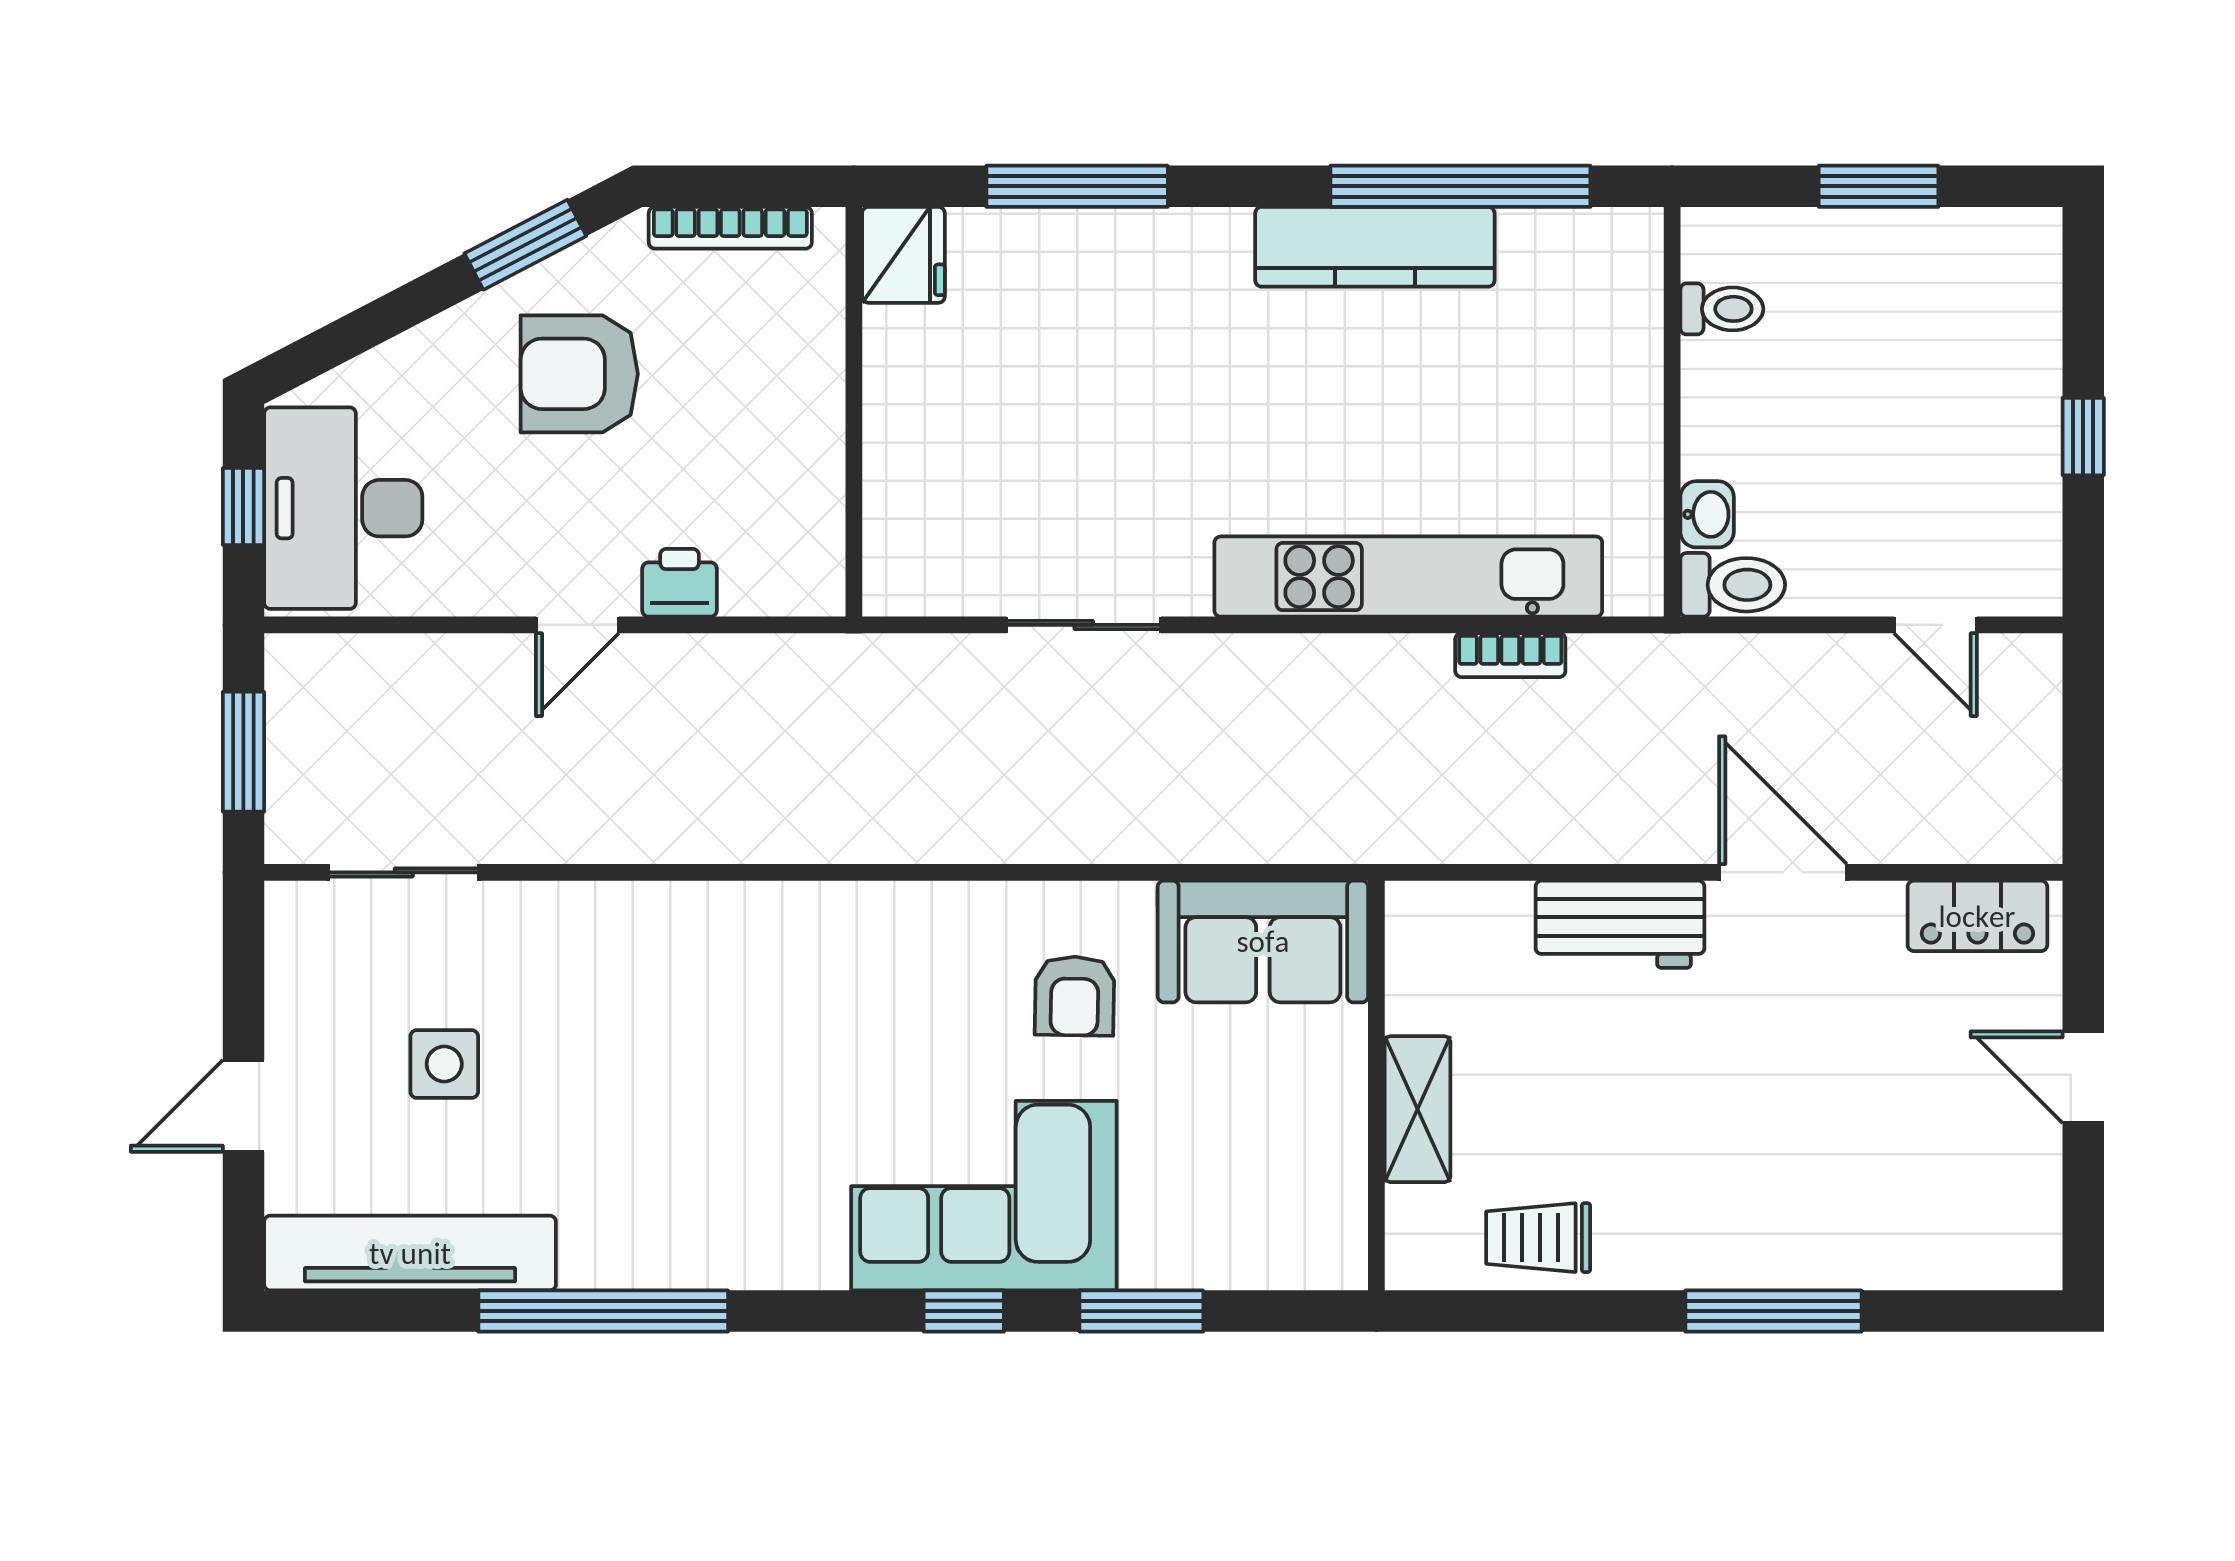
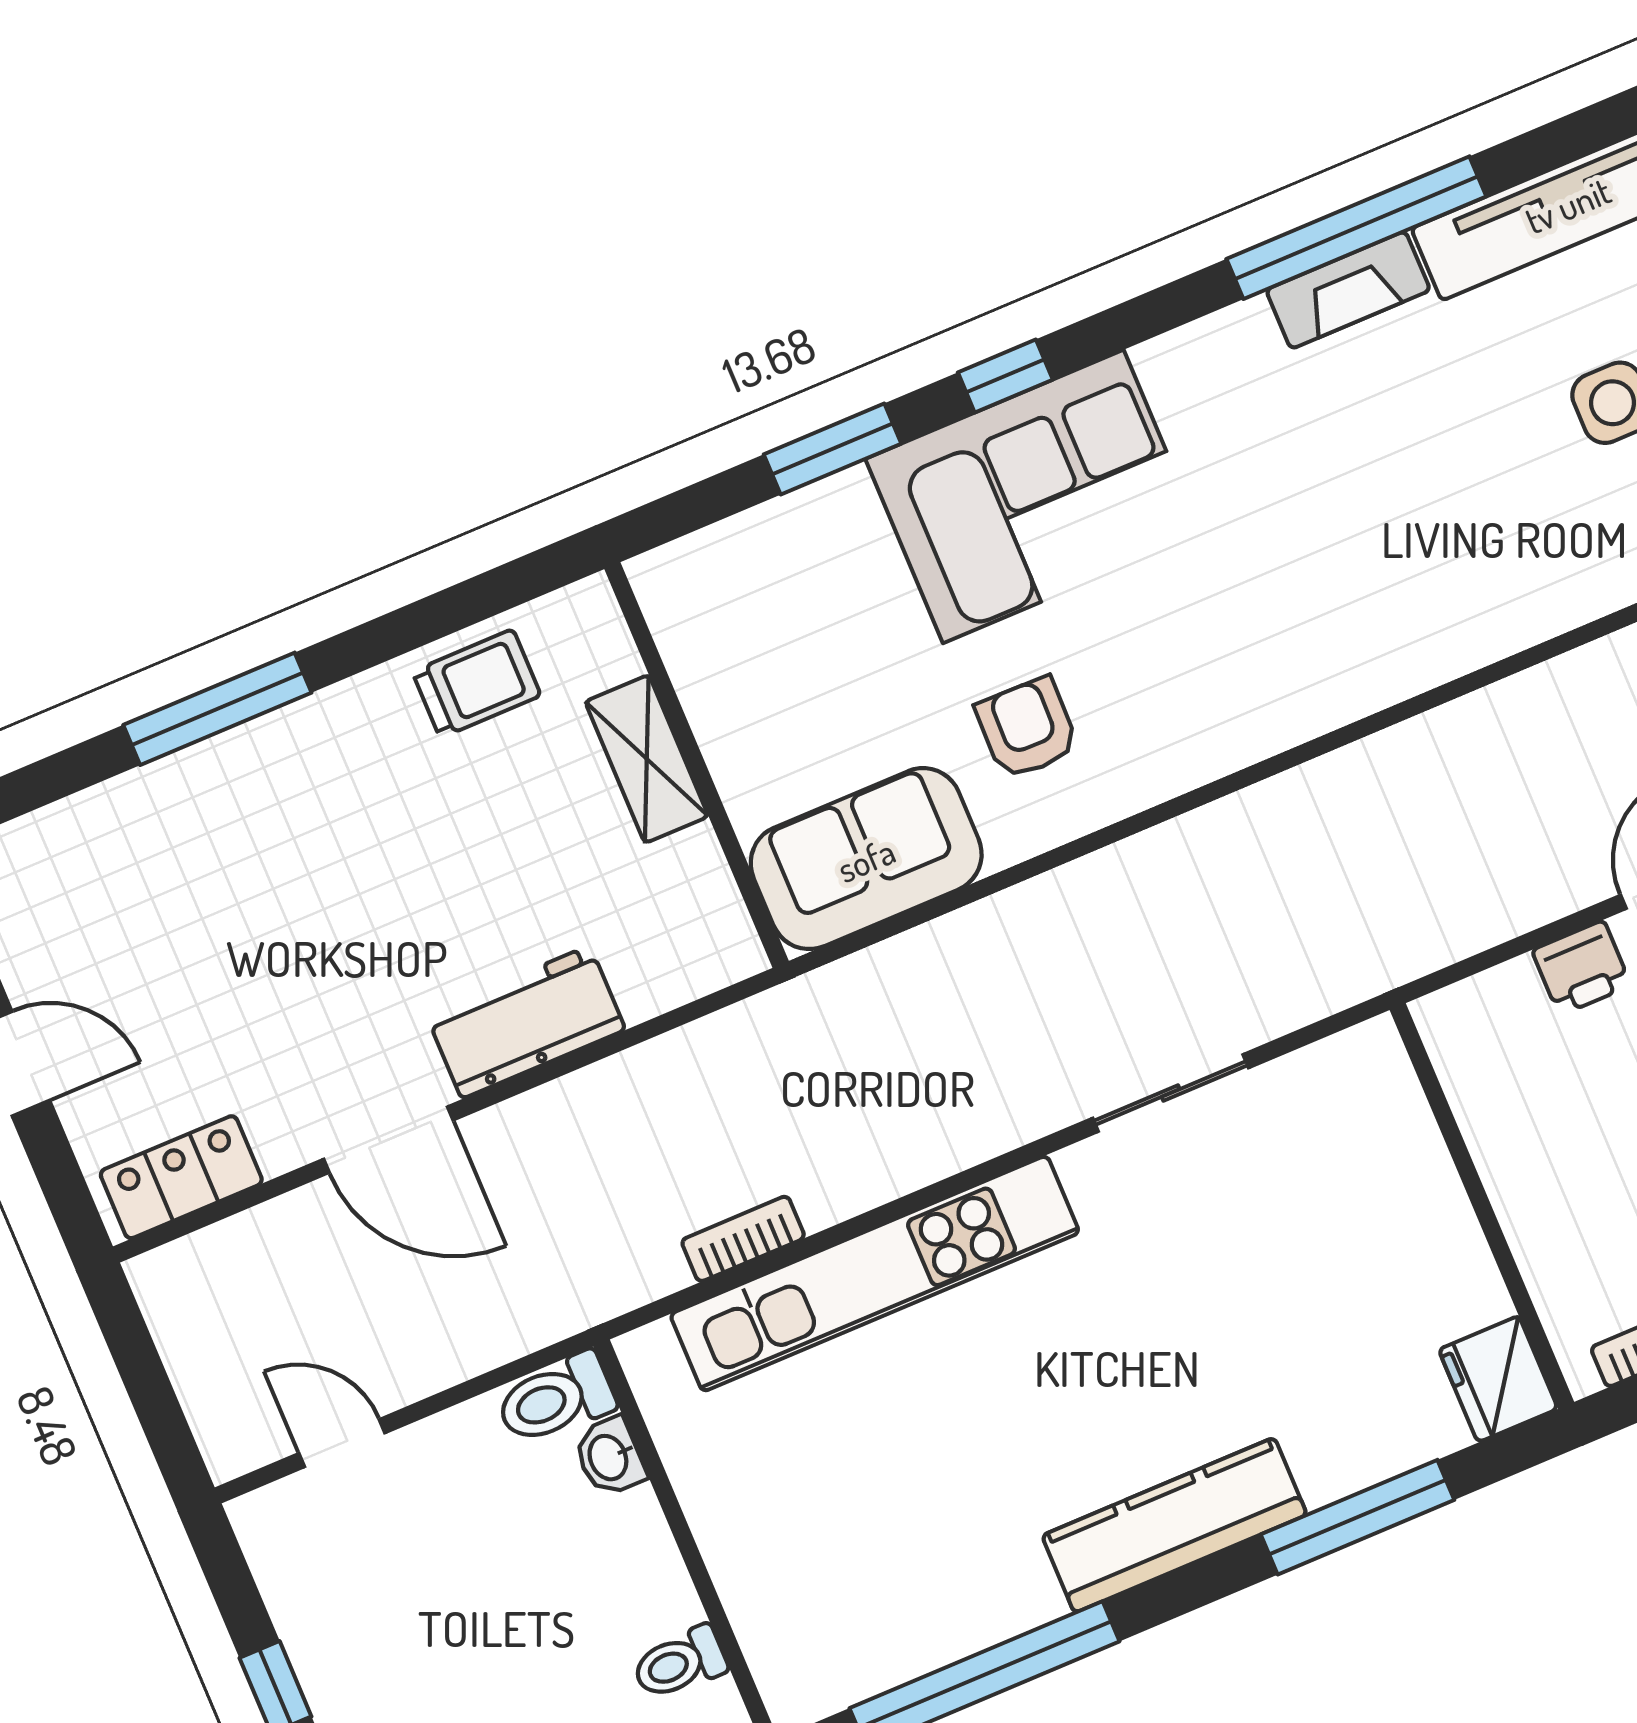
kitchen counter: (1375, 247) -> (1174, 1525), moved
fireplace: (633, 1260) -> (1348, 290), added

